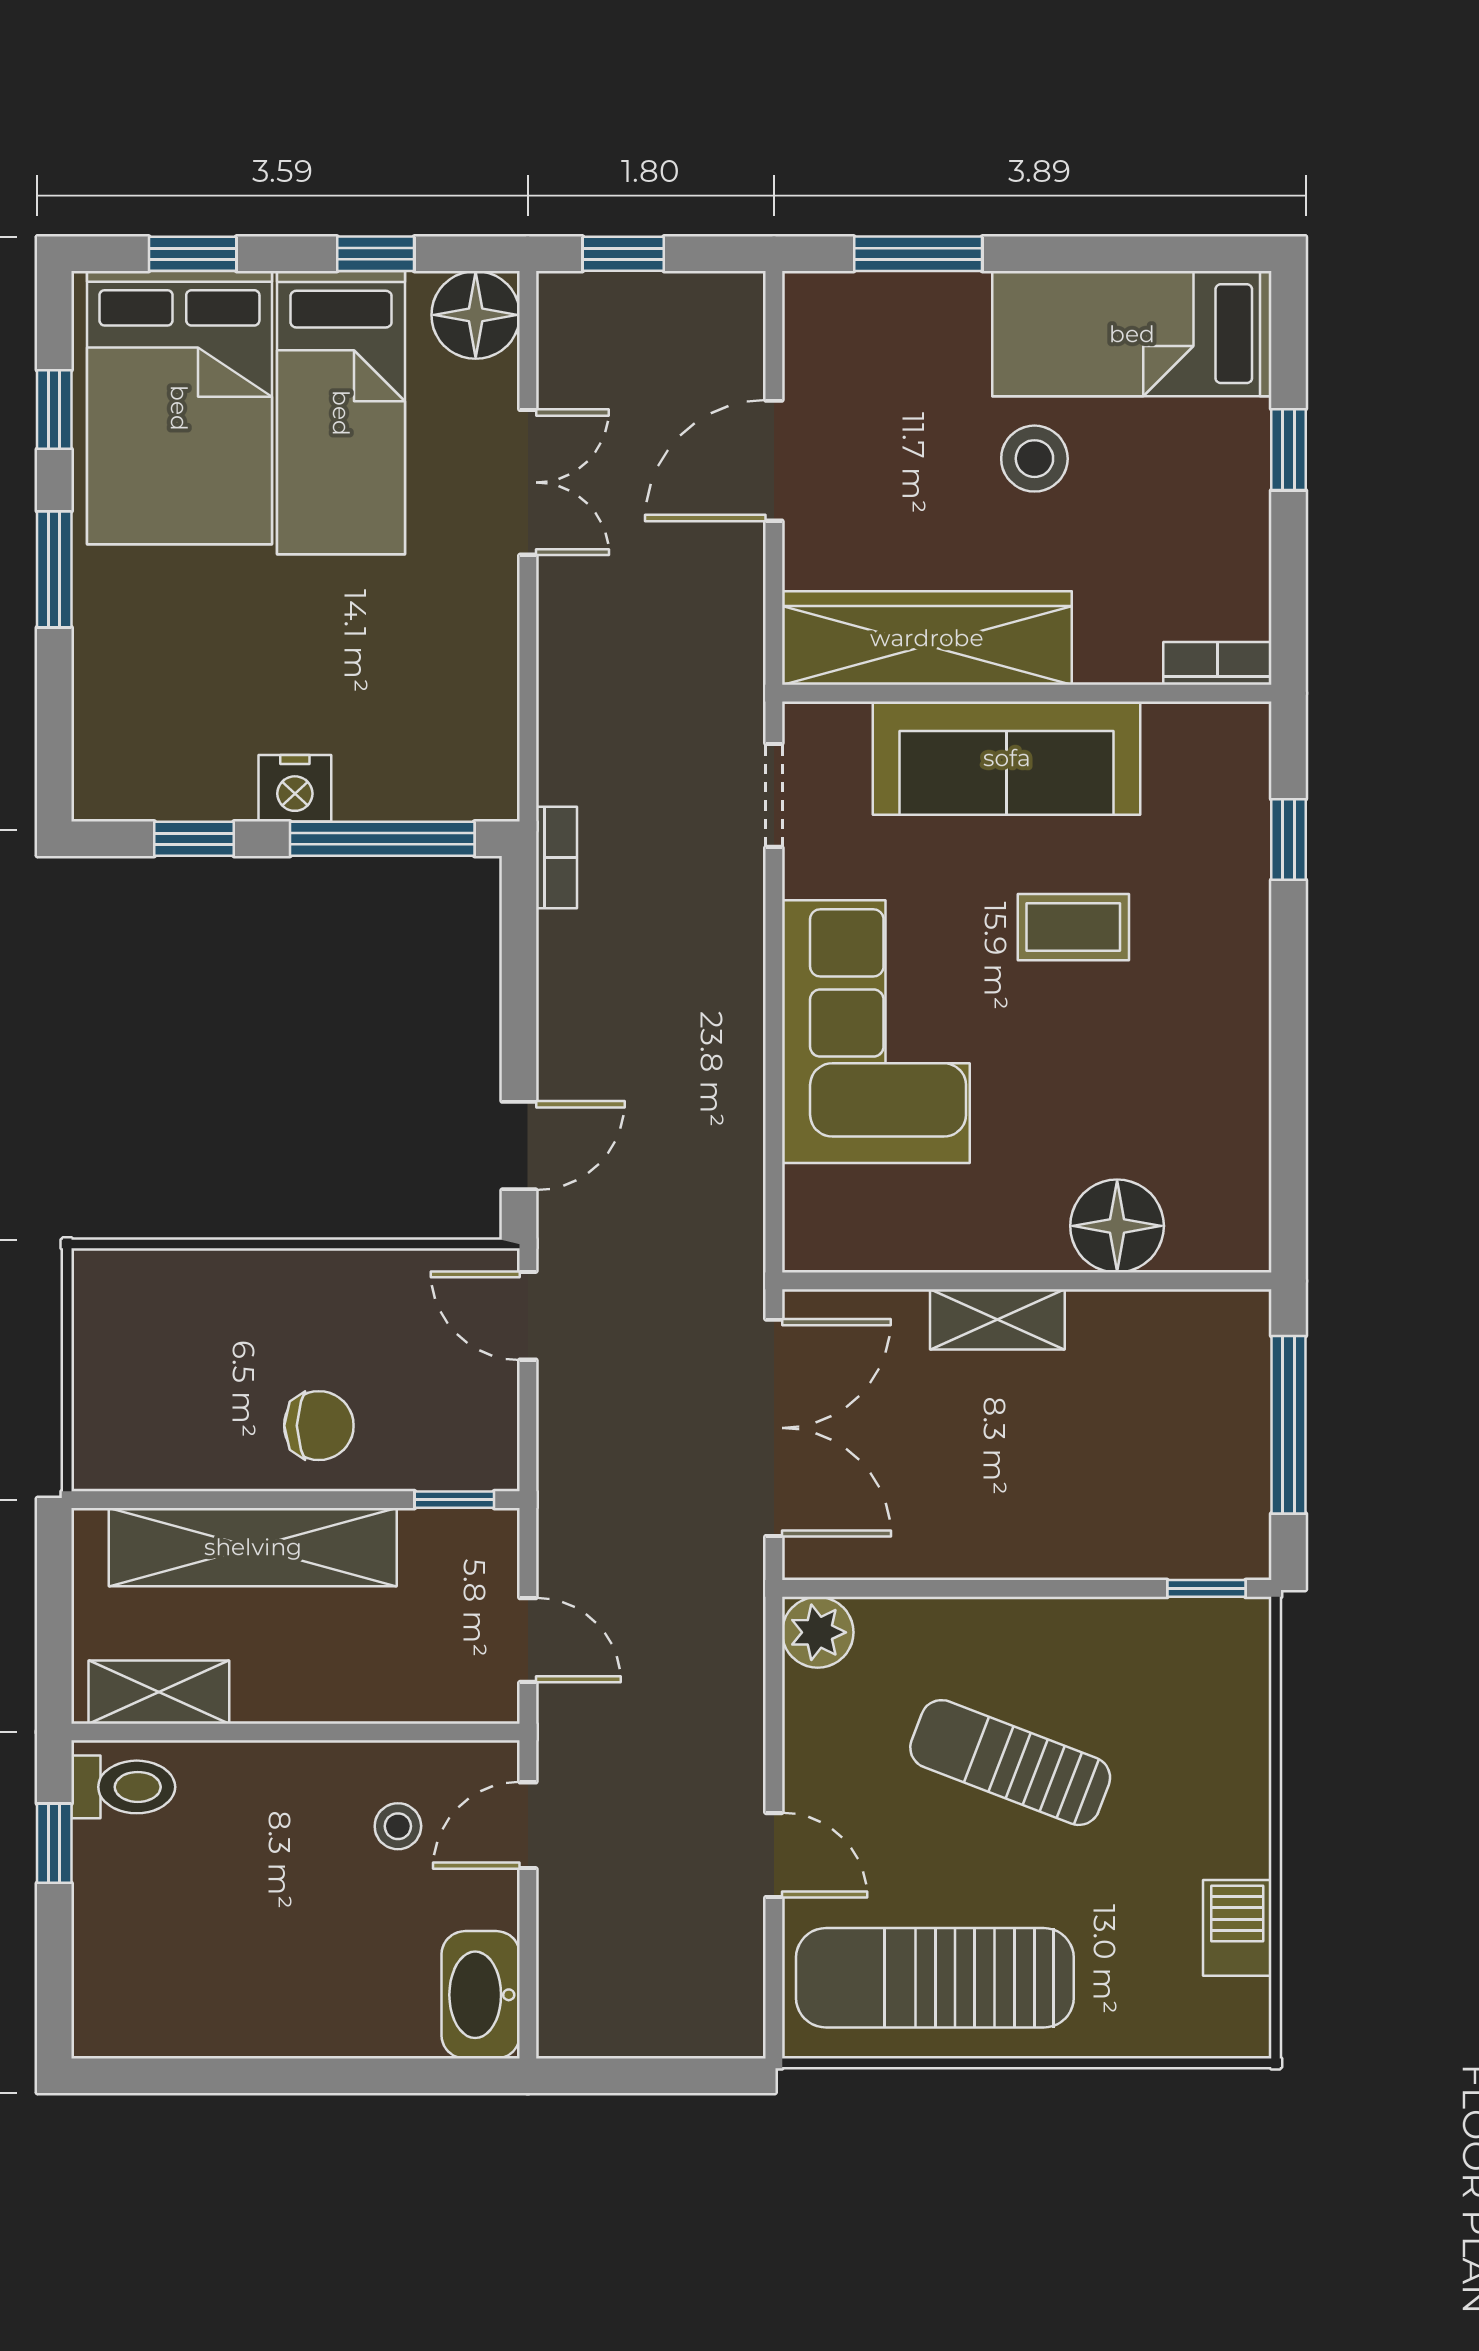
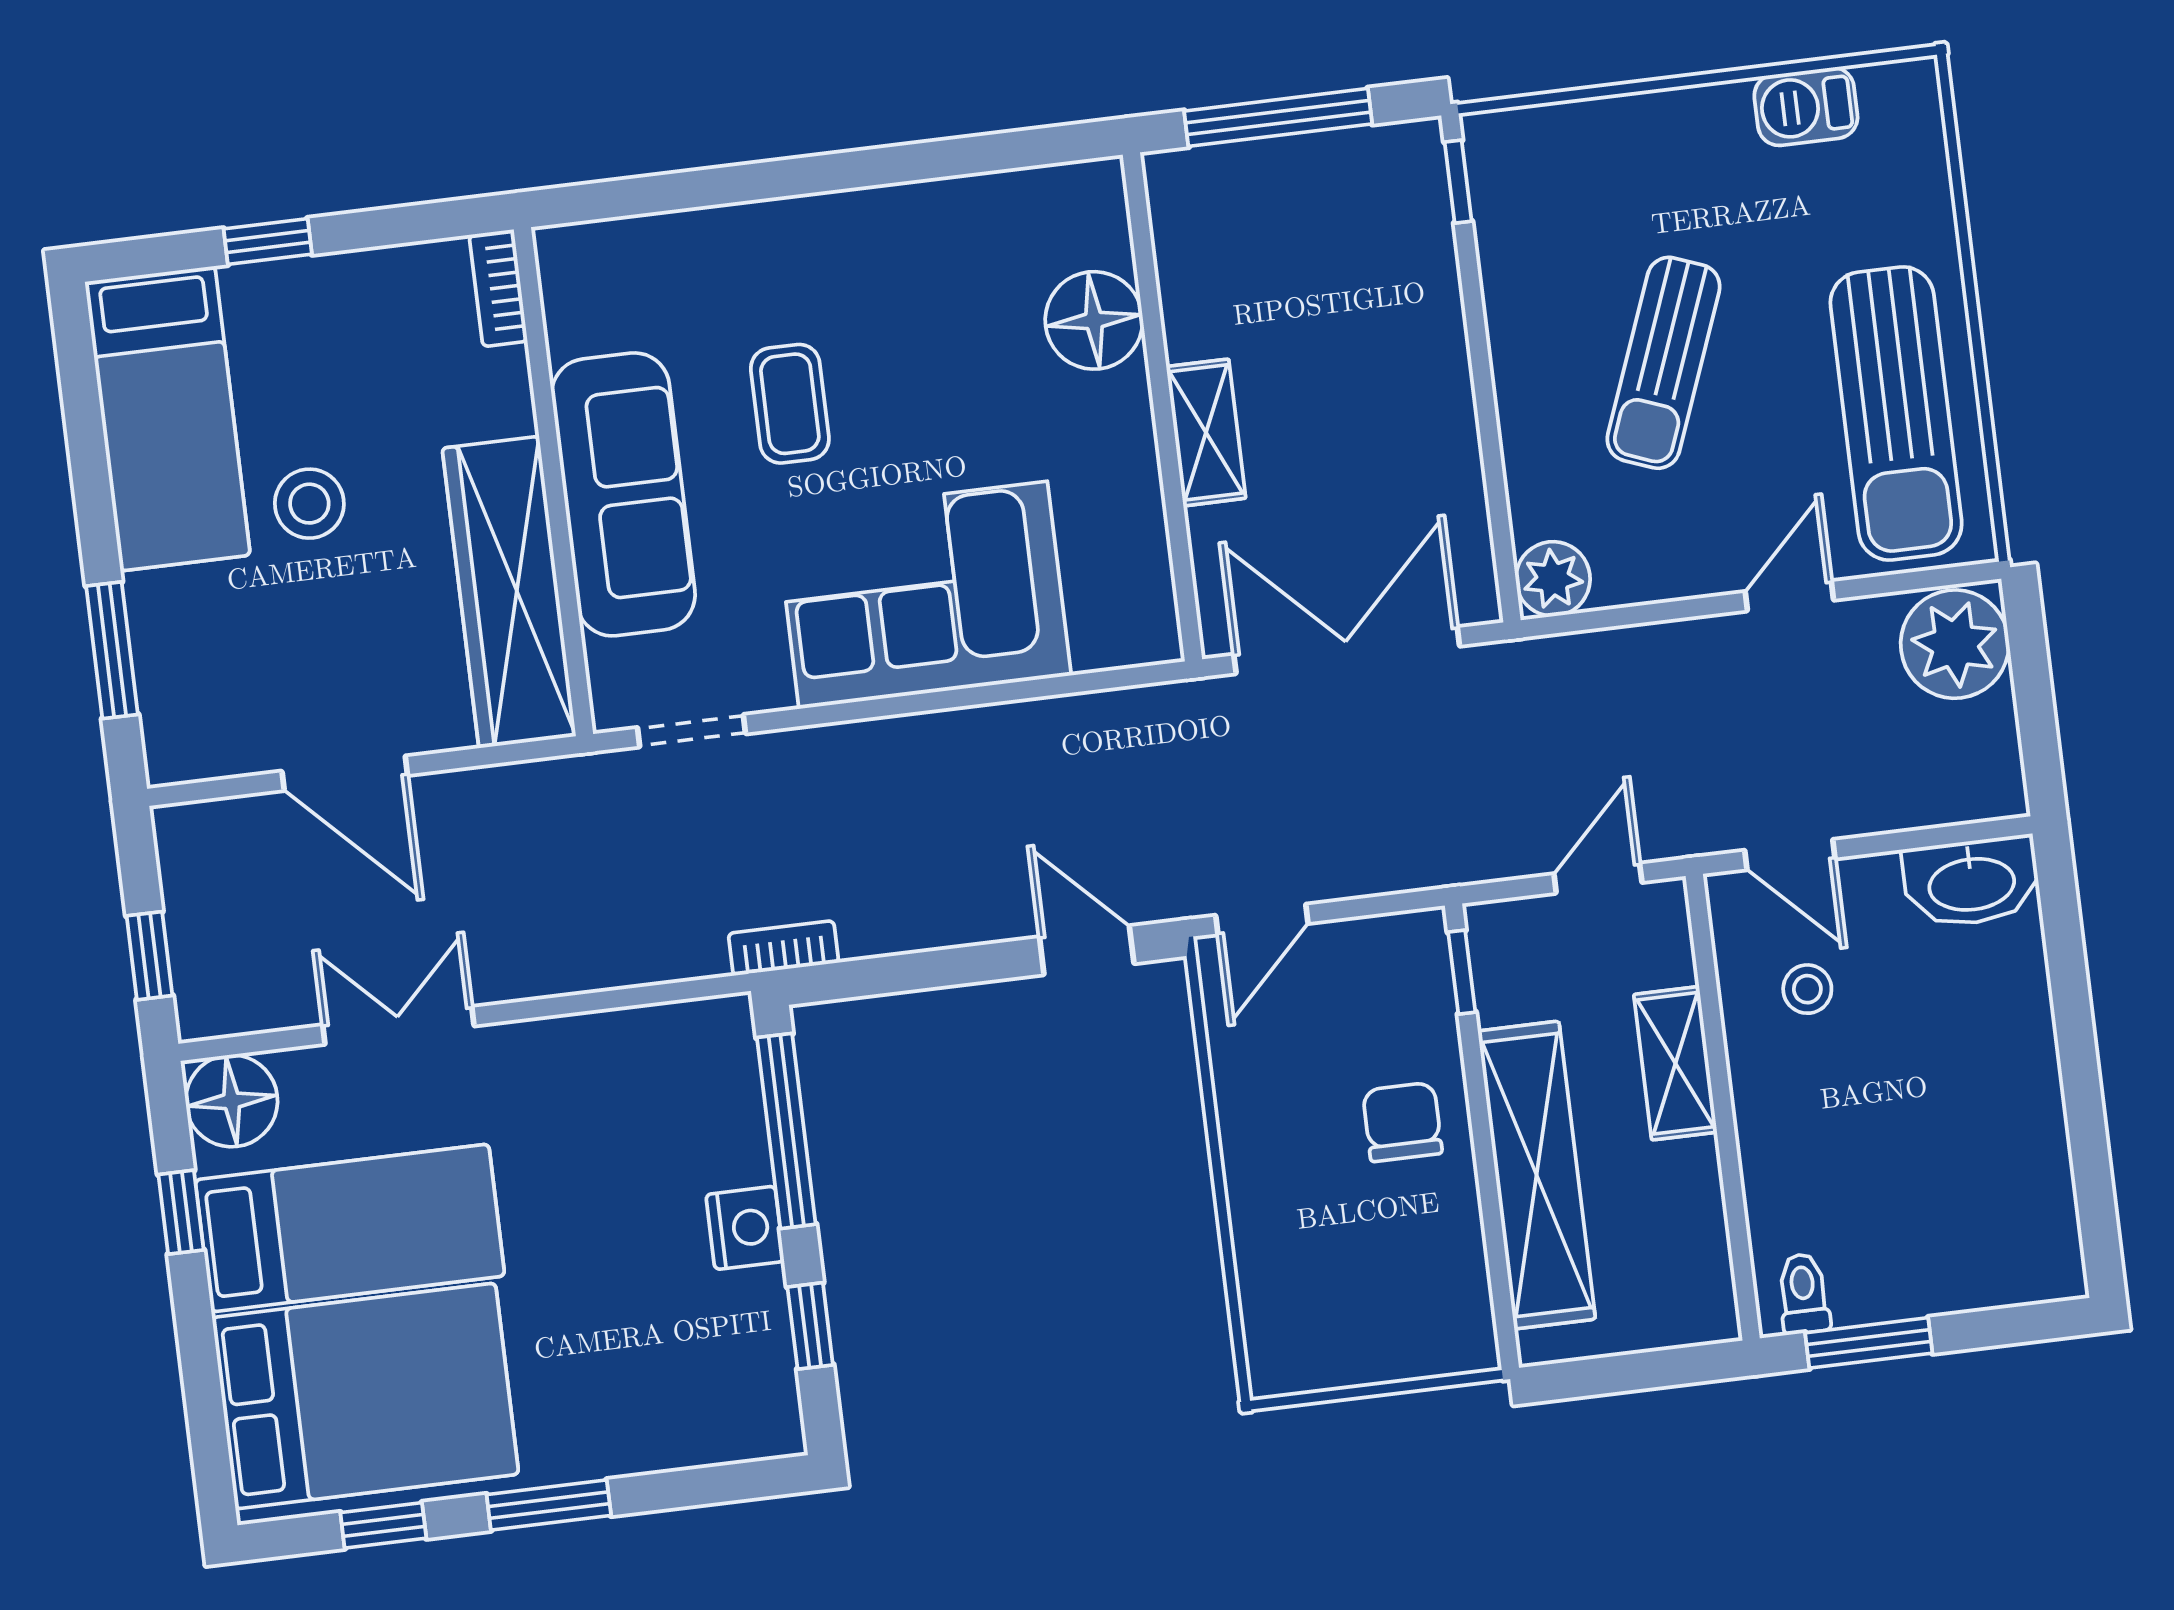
window: (193, 254) -> (204, 1402), removed
window: (1288, 840) -> (672, 192), removed
shelving: (159, 1692) -> (1675, 1063), moved
toilet: (123, 1787) -> (1803, 1294), width x0.73, depth x0.72
window: (54, 1843) -> (1869, 1343), width x1.50
plant: (709, 2007) -> (1955, 644), added

